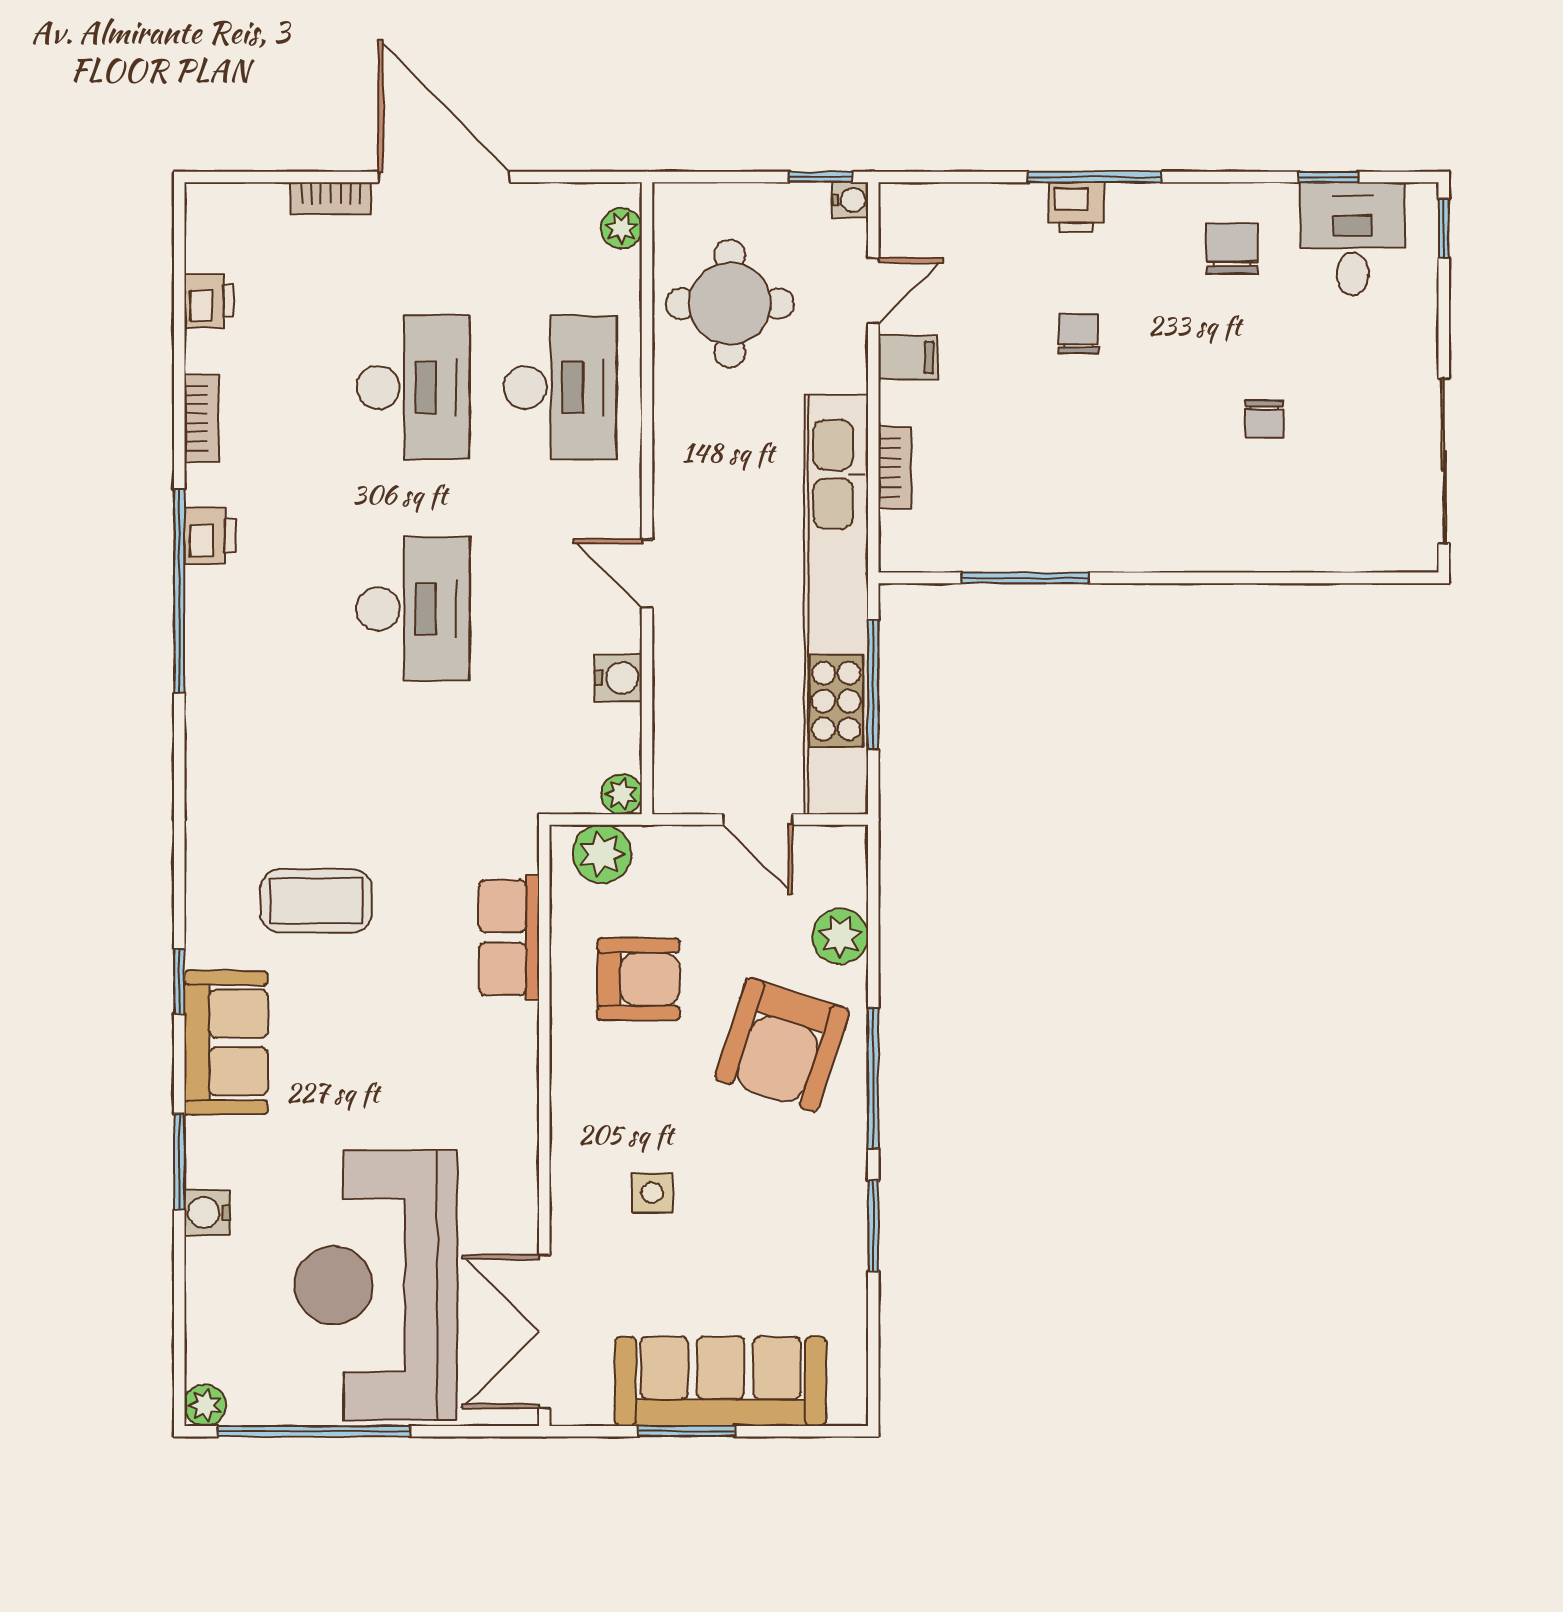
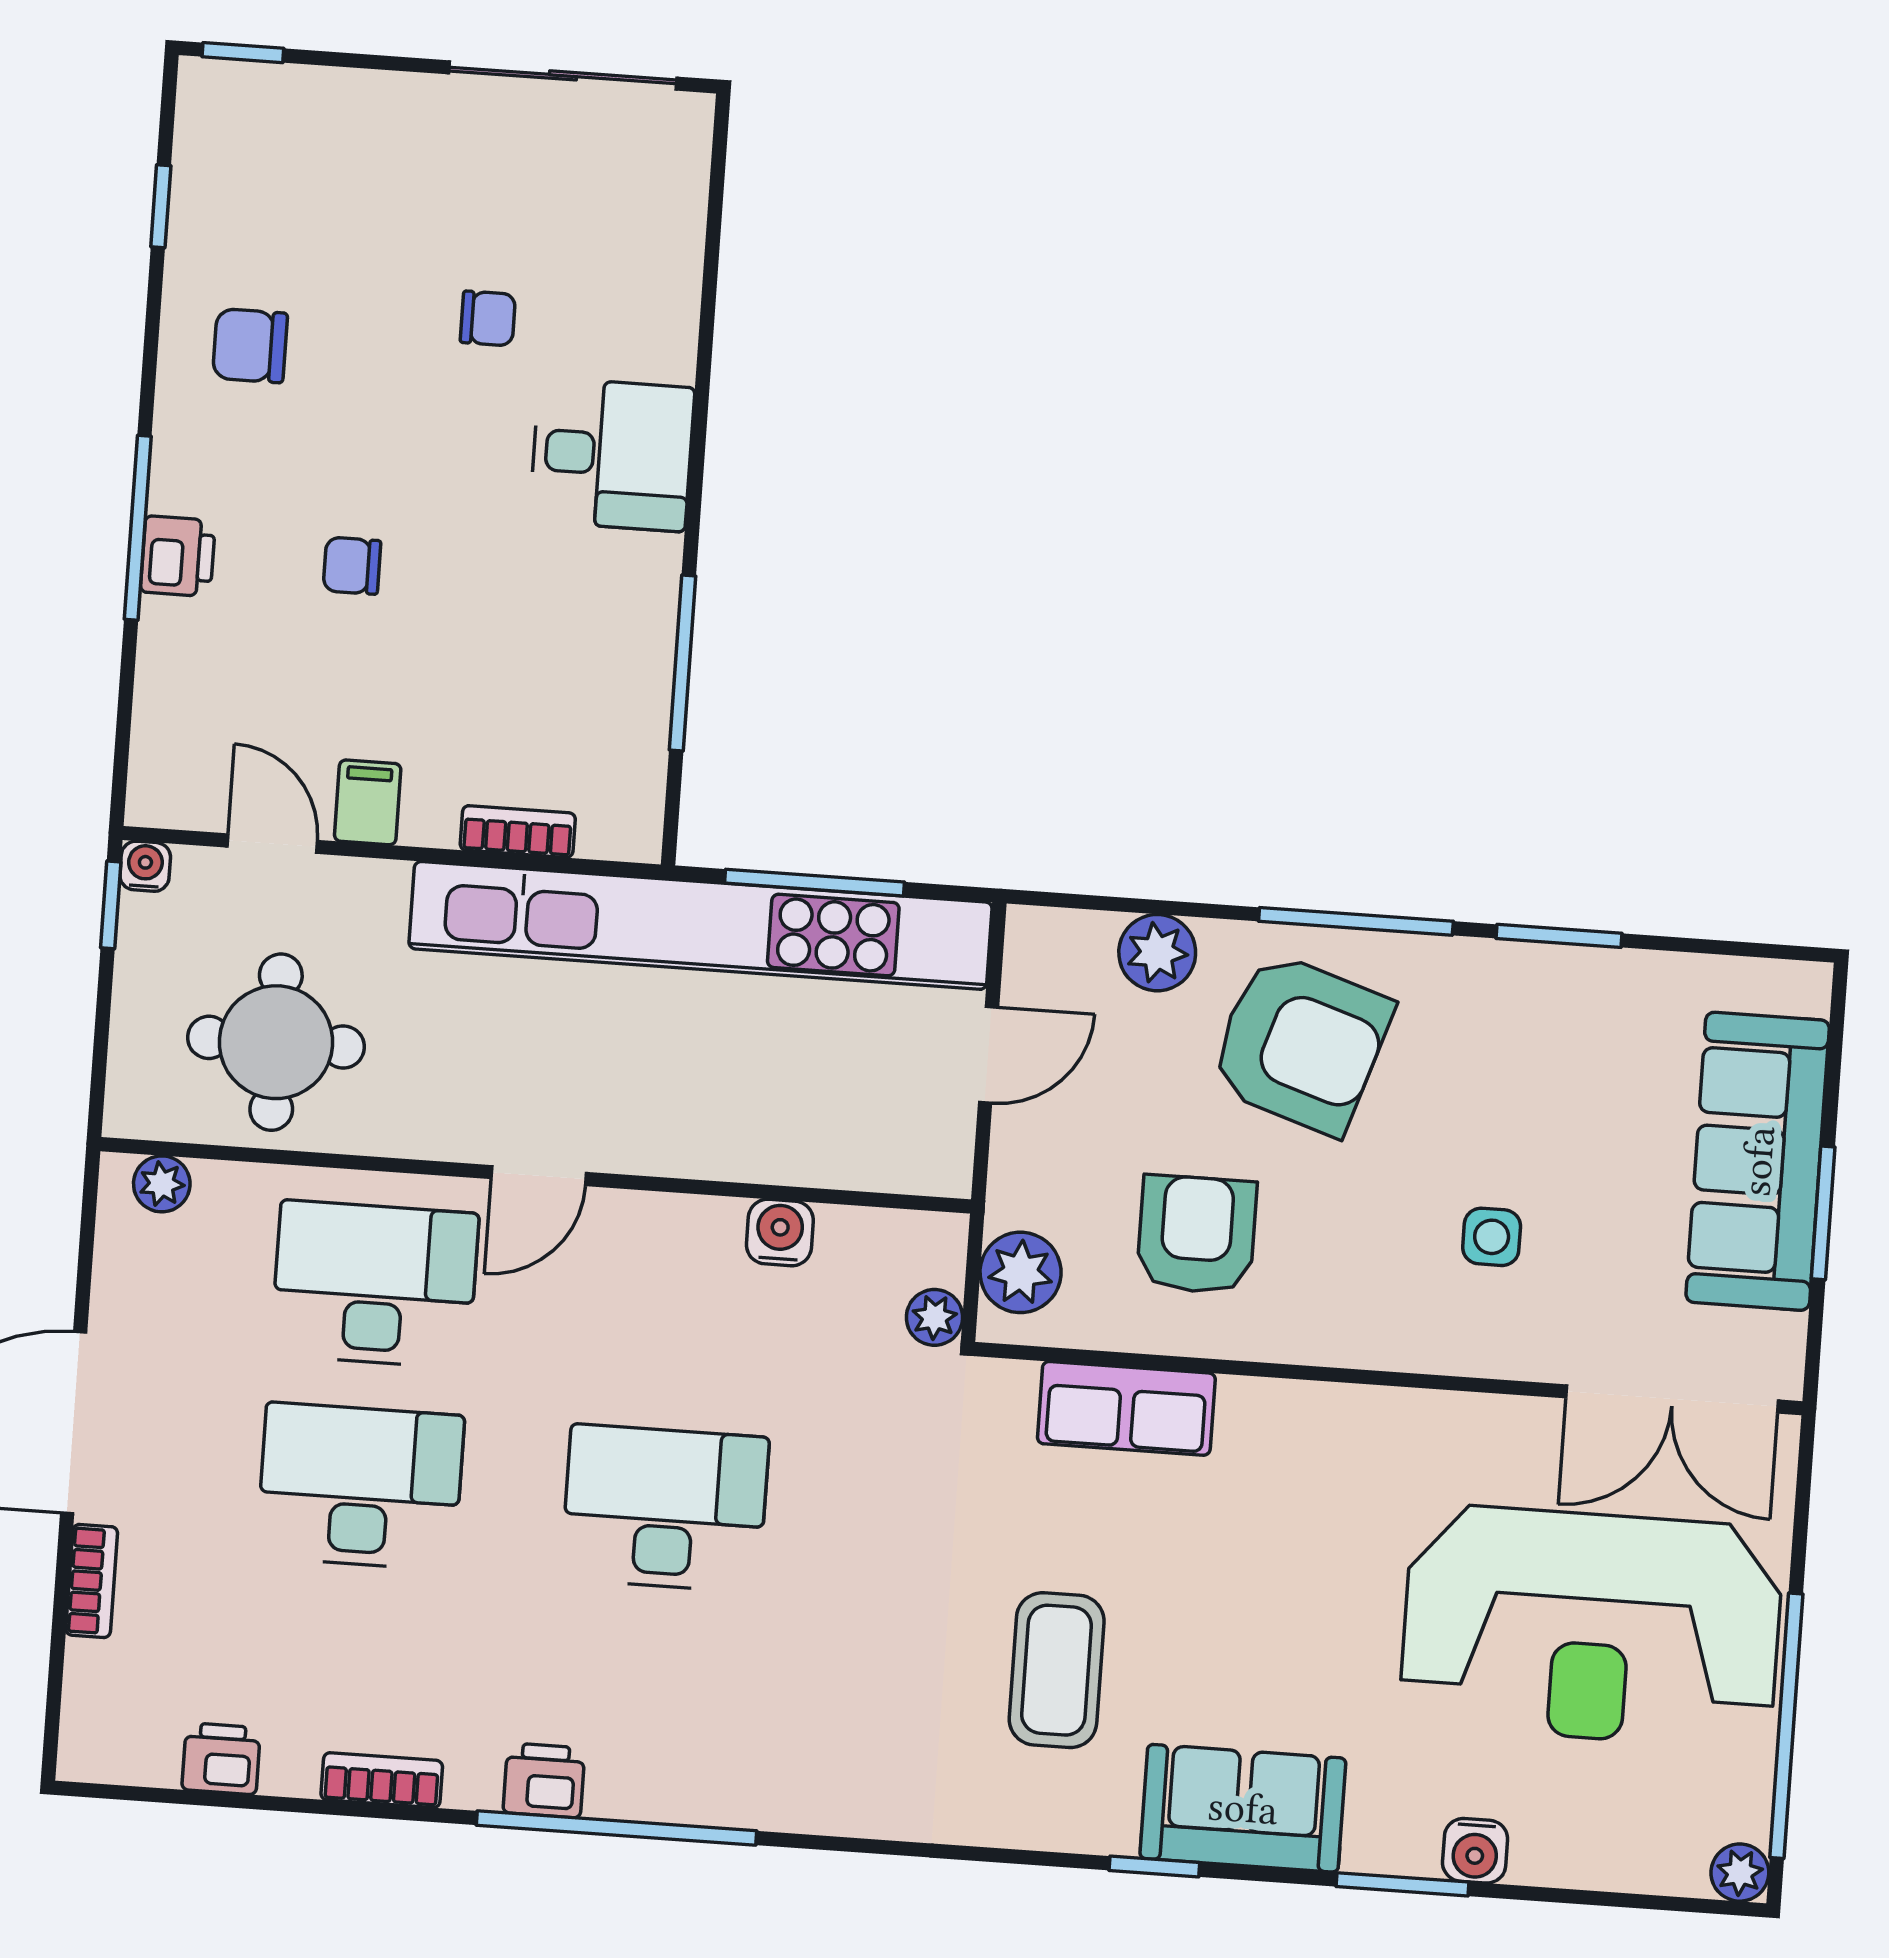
desk: (1353, 239) -> (612, 454), moved, turned 180
door: (647, 573) -> (539, 1176), moved
plant: (622, 794) -> (934, 1317), moved

